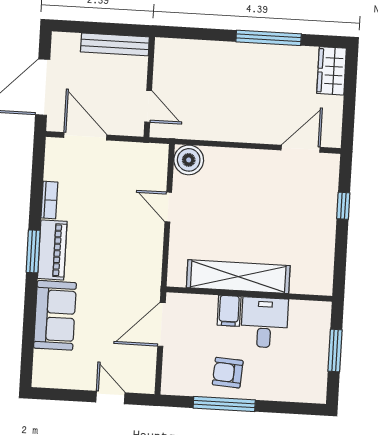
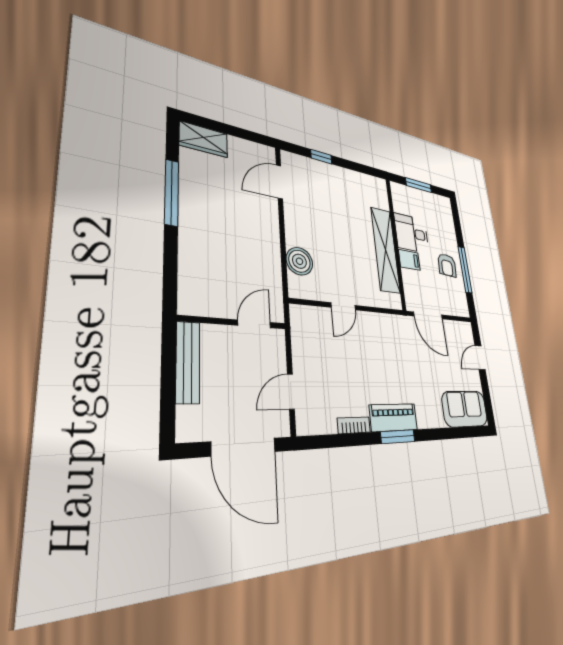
door: (85, 136) -> (291, 392), width x0.73
door: (301, 149) -> (279, 182), hinge flipped
boiler: (189, 160) -> (299, 261), moved
sofa: (55, 315) -> (465, 409), moved

